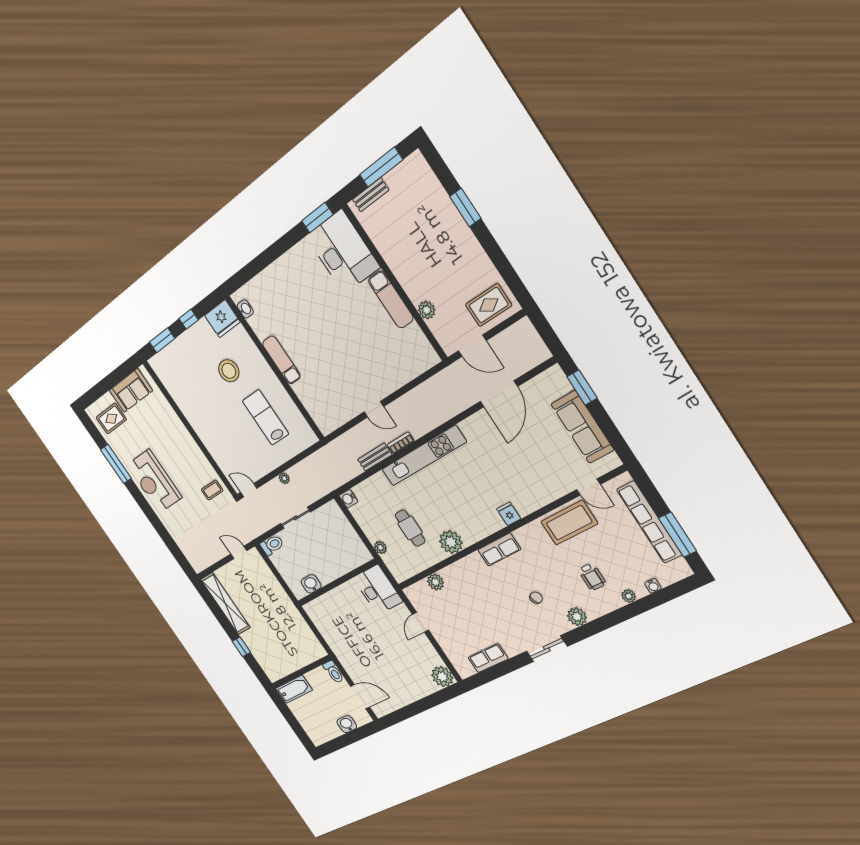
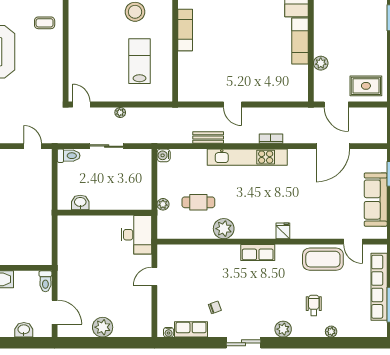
bookcase: (401, 443) -> (271, 139), moved
coffee table: (212, 490) -> (45, 23), moved
cafe table: (410, 528) -> (198, 202), turned 90
wheelchair: (592, 577) -> (314, 305), turned 180
plant: (436, 582) -> (190, 252), removed
water cooler: (653, 586) -> (169, 332), moved
chair: (536, 598) -> (215, 307), moved
plant: (442, 677) -> (103, 327), moved

